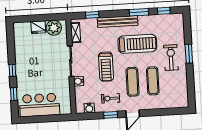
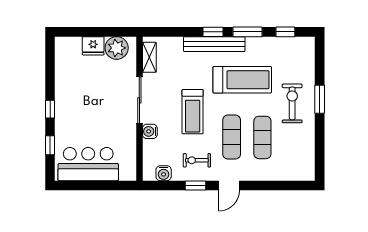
window: (92, 15) -> (213, 32), moved

